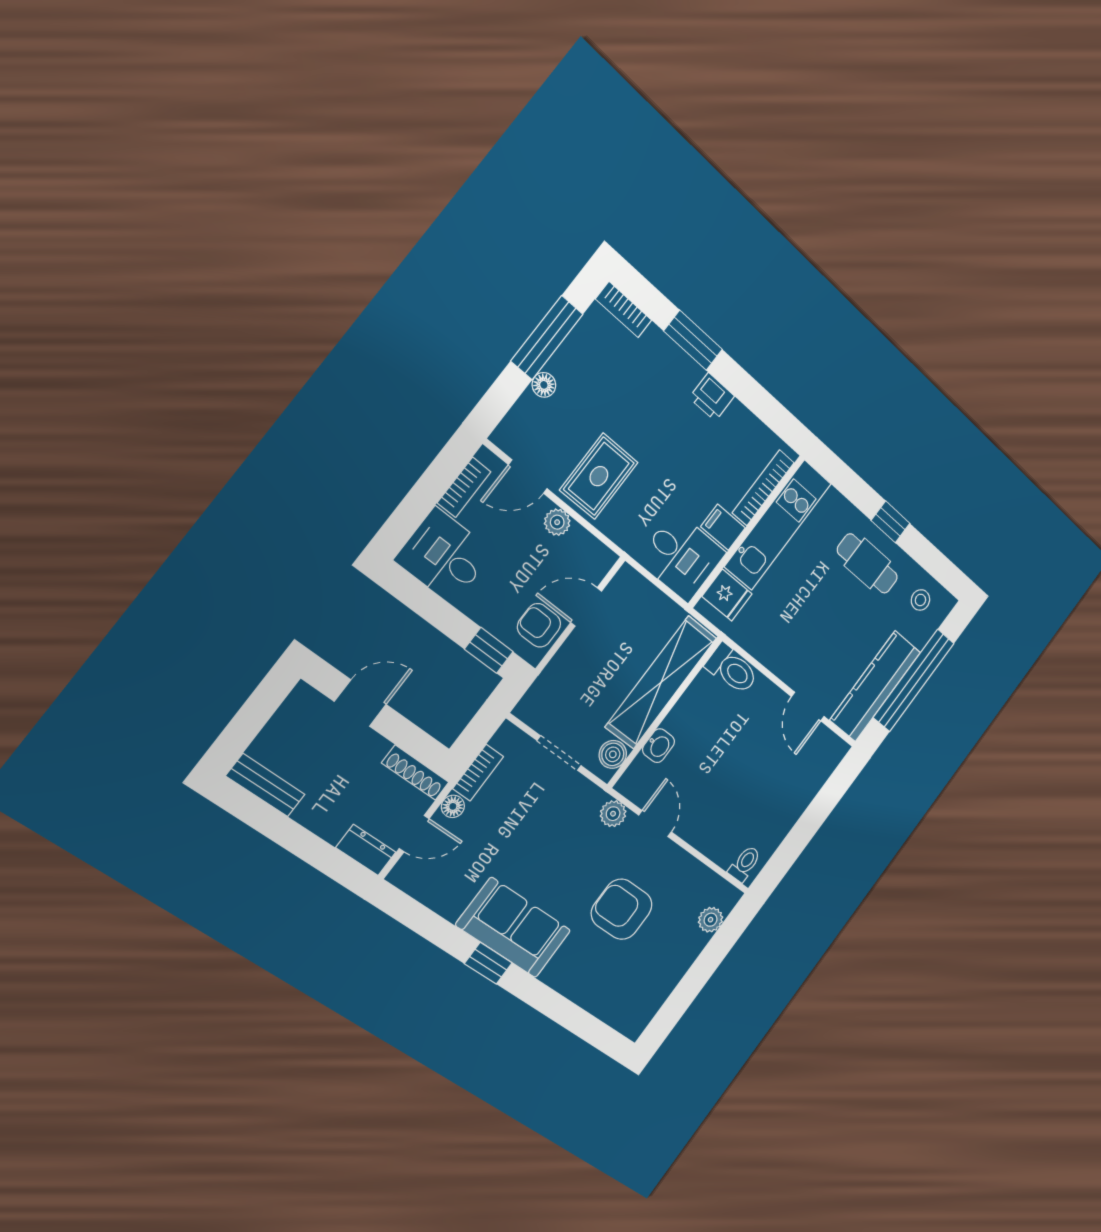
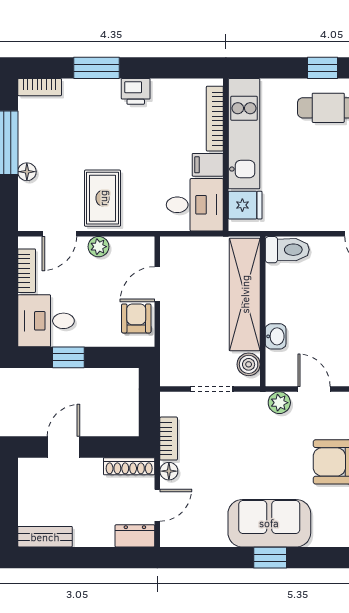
armchair: (539, 625) -> (136, 318), turned 90
window: (489, 650) -> (68, 357), moved

